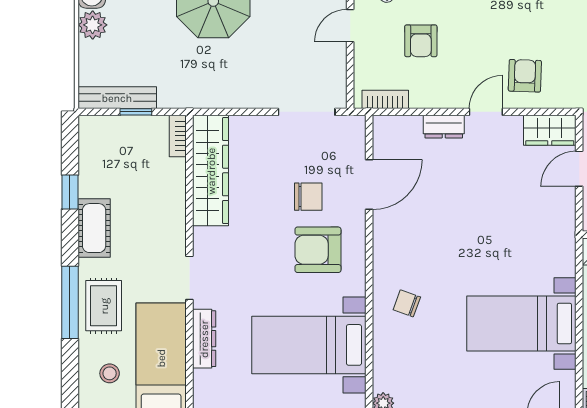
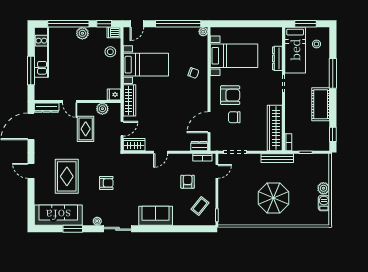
door: (350, 26) -> (217, 171), moved
armchair: (525, 76) -> (145, 167), removed
bench: (117, 98) -> (277, 158), moved
dresser: (444, 127) -> (199, 146), moved
window: (70, 192) -> (333, 134), moved
cot: (94, 228) -> (321, 104), width x1.37, depth x1.34
wardrobe: (561, 237) -> (130, 100), added
rug: (104, 306) -> (319, 72), removed

